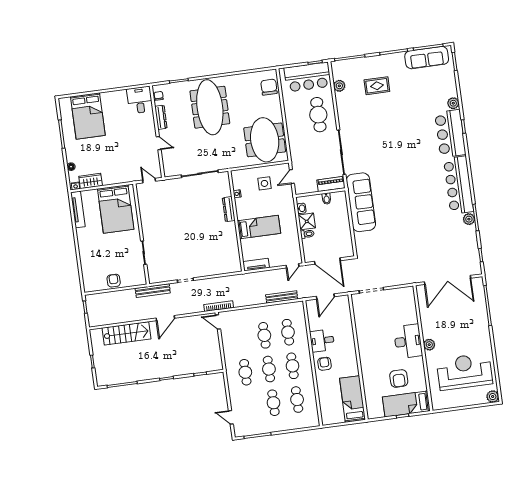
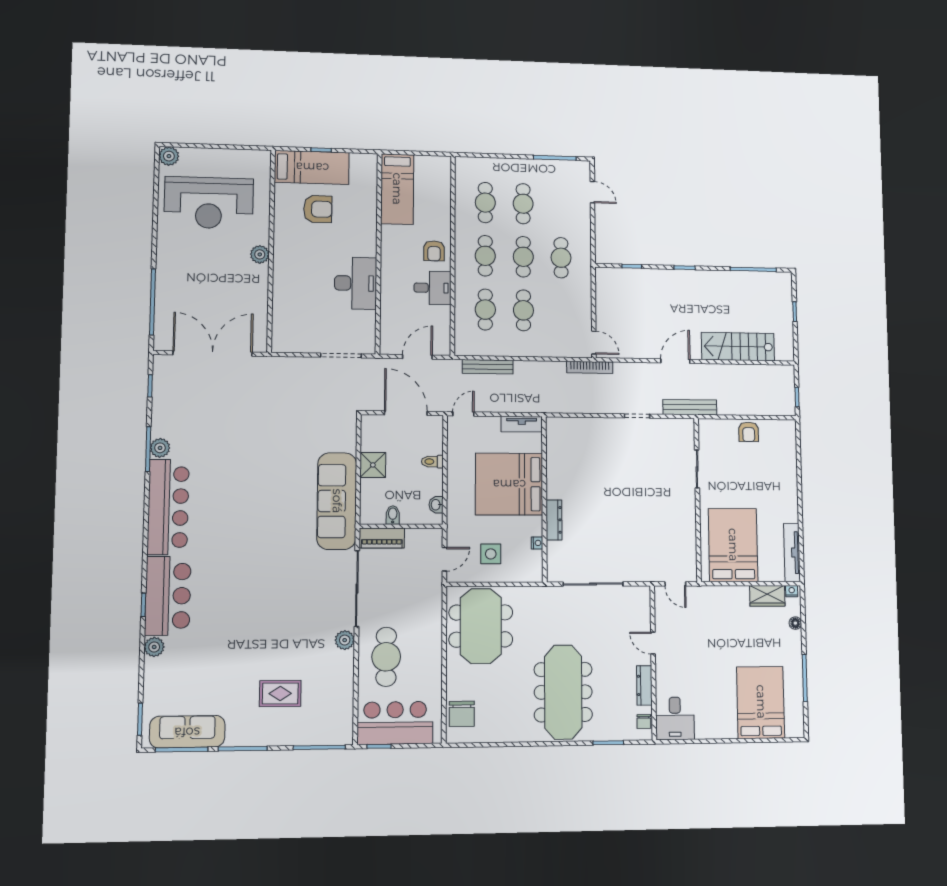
plant: (339, 86) -> (345, 640), moved
shower: (307, 221) -> (373, 465), moved
bed: (259, 227) -> (509, 484), width x2.04
desk: (408, 341) -> (356, 283), moved, turned 180
armchair: (399, 378) -> (318, 209), turned 90

